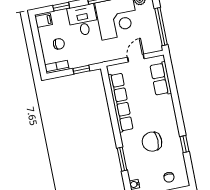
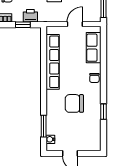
printer: (87, 59) -> (30, 16), added
window: (122, 159) -> (44, 126), moved
chair: (169, 177) -> (94, 78), moved

